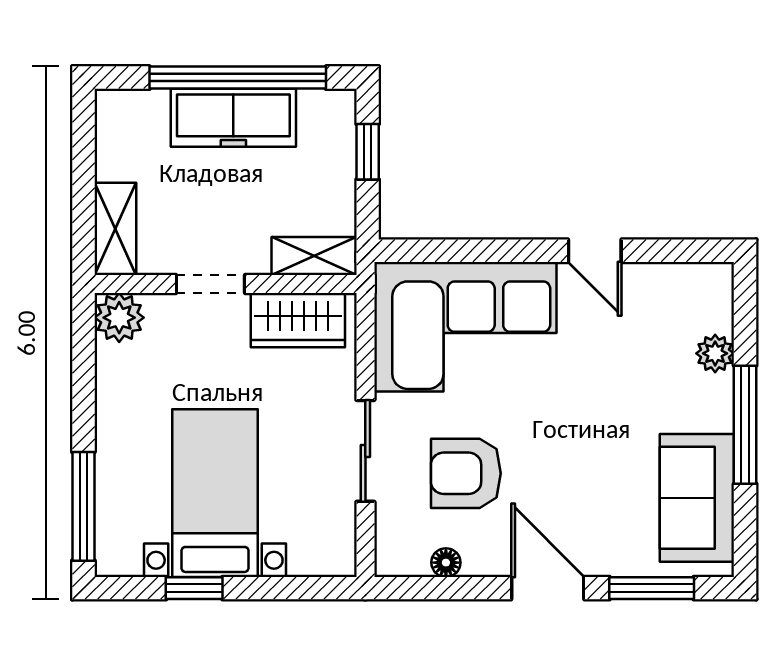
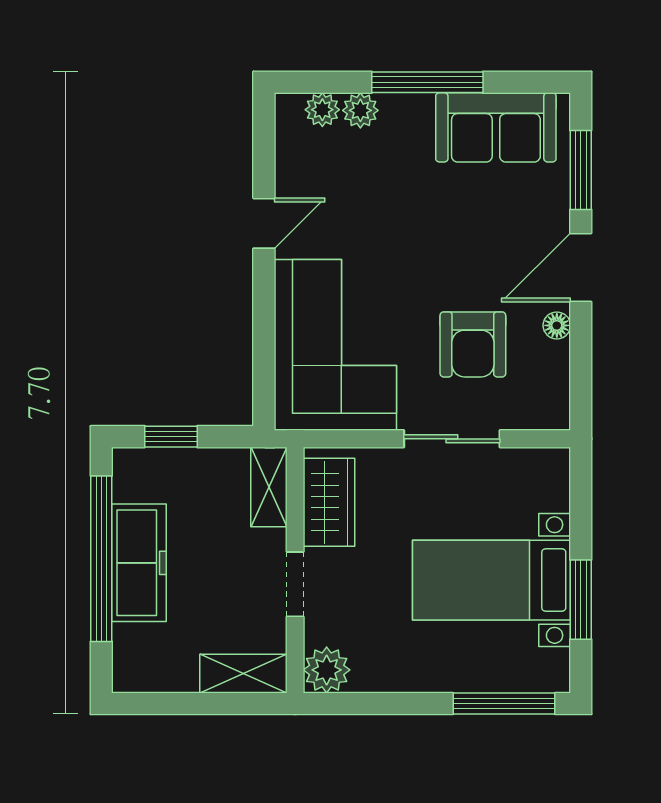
plant: (716, 313) -> (322, 110), added
floor lamp: (446, 563) -> (557, 325), moved
window: (194, 588) -> (581, 600), width x1.50

